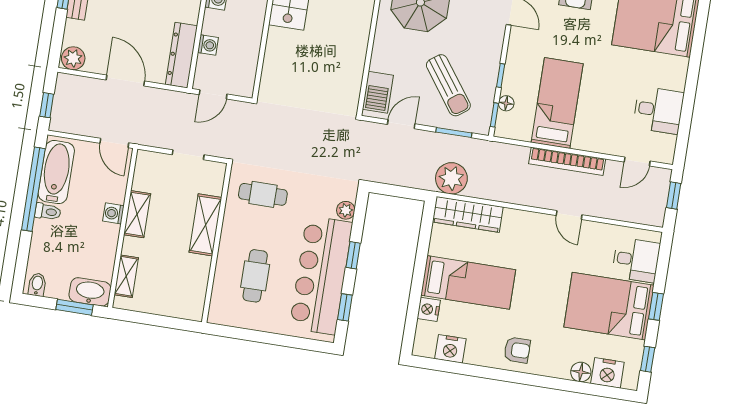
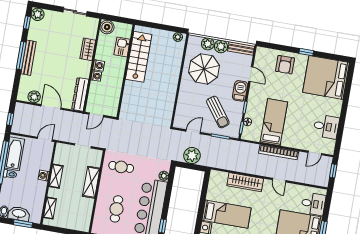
washing machine: (208, 45) -> (96, 76), moved
plant: (73, 58) -> (34, 97), moved
barbecue: (378, 92) -> (240, 91), moved, turned 180
door: (114, 143) -> (45, 139), swing flipped
plant: (451, 178) -> (192, 155), moved
wardrobe: (468, 214) -> (245, 182), moved
window: (353, 255) -> (167, 199), removed
washbasin: (90, 292) -> (19, 214), moved

